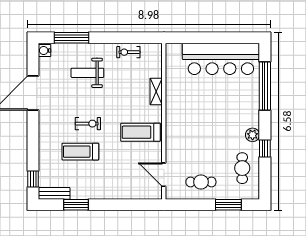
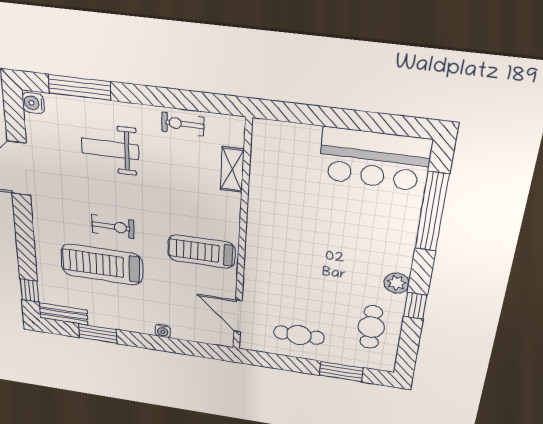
bar counter: (221, 59) -> (374, 159), width x0.73
shelving: (156, 91) -> (232, 169), moved
treadmill: (80, 152) -> (102, 264), width x1.37, depth x1.38
water cooler: (118, 195) -> (163, 331), added

